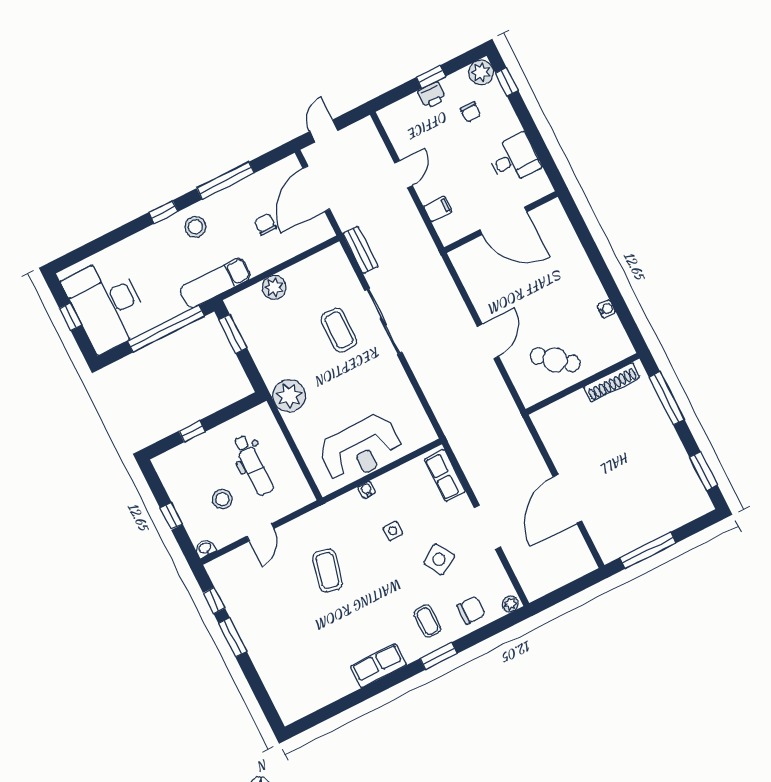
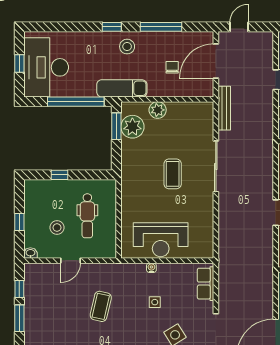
bench: (361, 250) -> (224, 108), width x1.36
coffee table: (339, 330) -> (173, 174), moved
plant: (289, 396) -> (132, 127), moved

